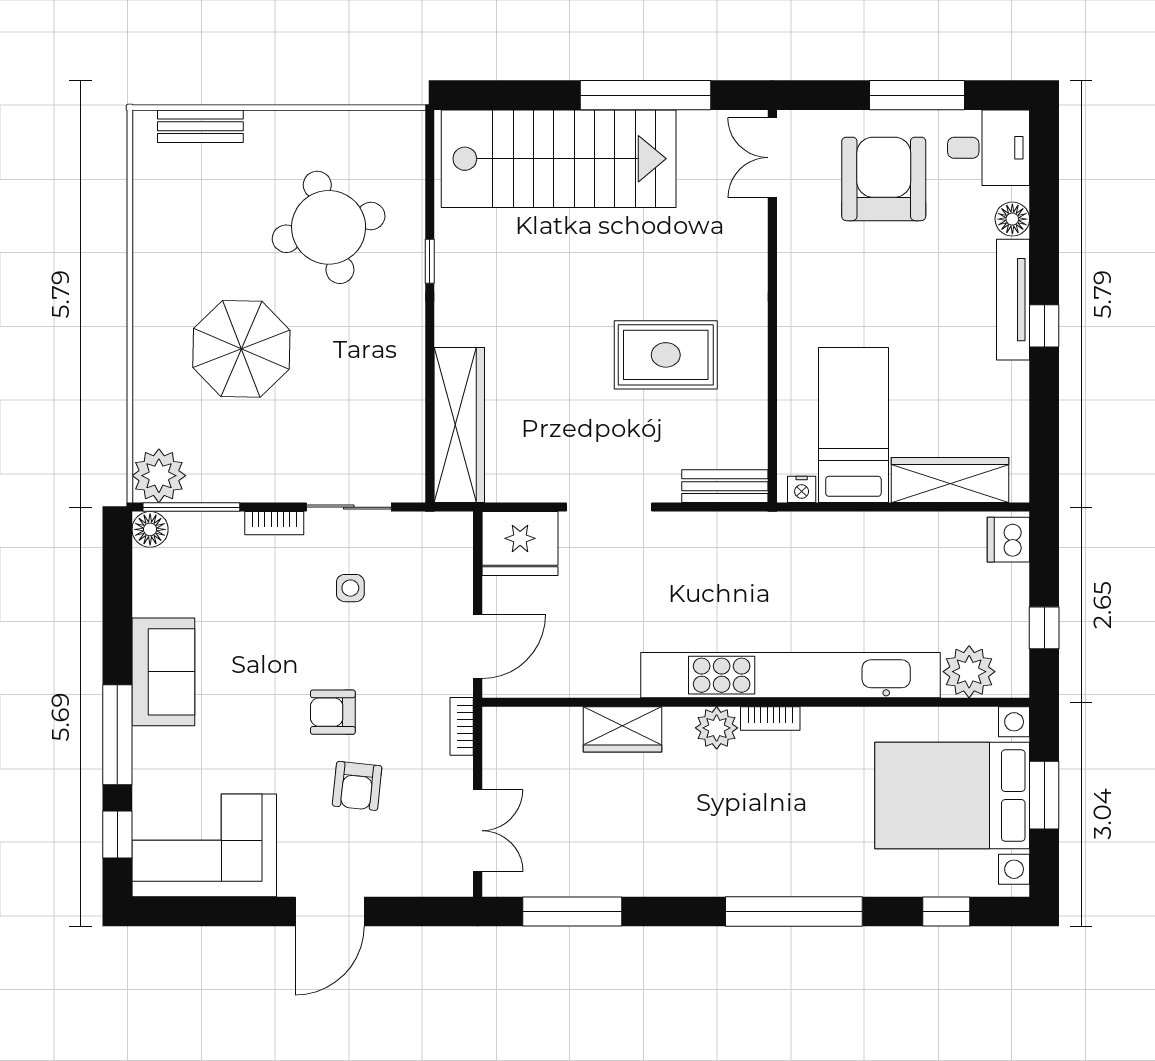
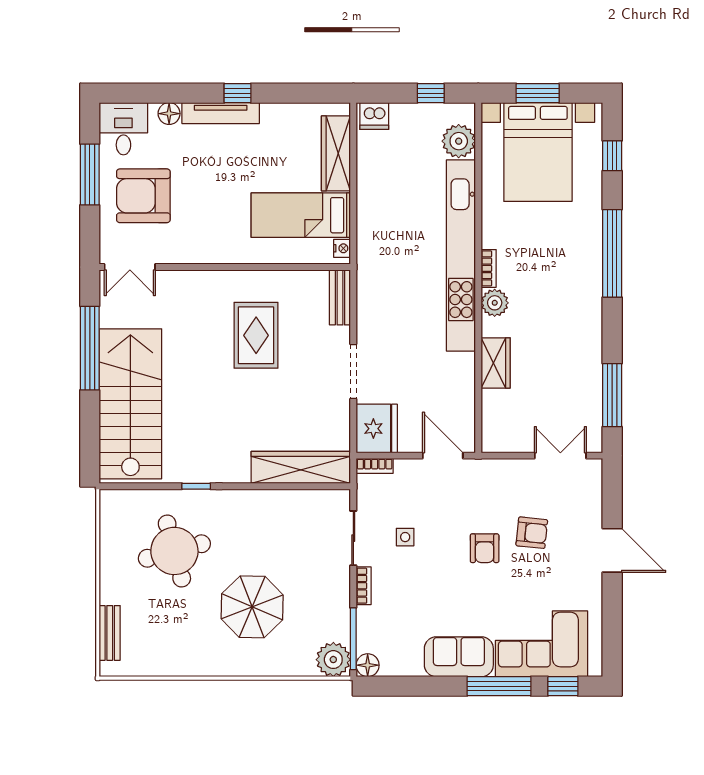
bookcase: (462, 726) -> (375, 466), moved
corner sofa: (204, 845) -> (541, 644), moved, turned 90

